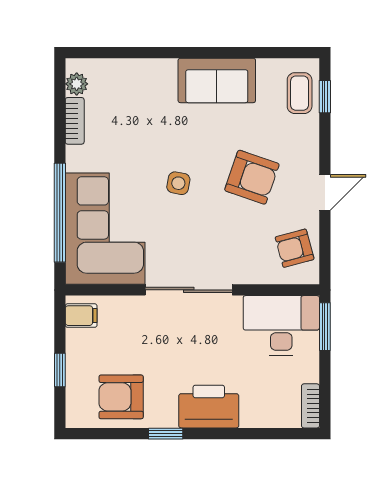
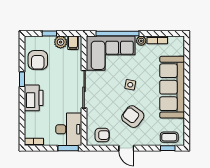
sofa: (217, 80) -> (172, 87), width x1.85, depth x1.27
plant: (77, 84) -> (141, 41), moved
armchair: (252, 177) -> (133, 117), turned 108
armchair: (295, 248) -> (102, 135), turned 105
plant: (80, 344) -> (61, 42), added
armchair: (121, 397) -> (38, 60), turned 180

